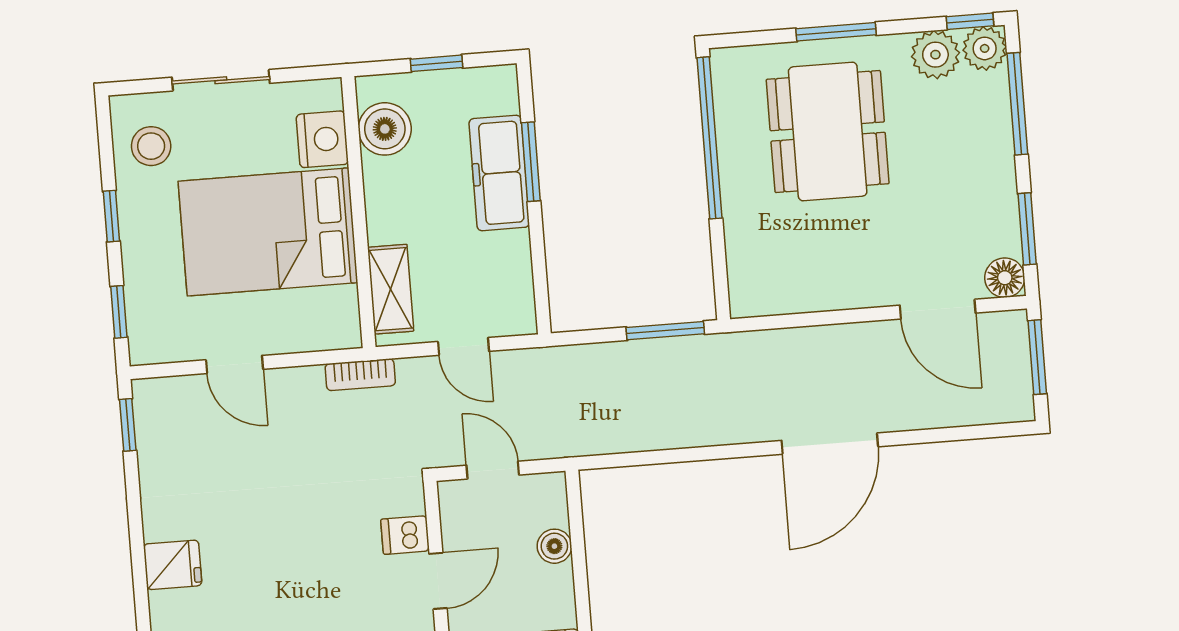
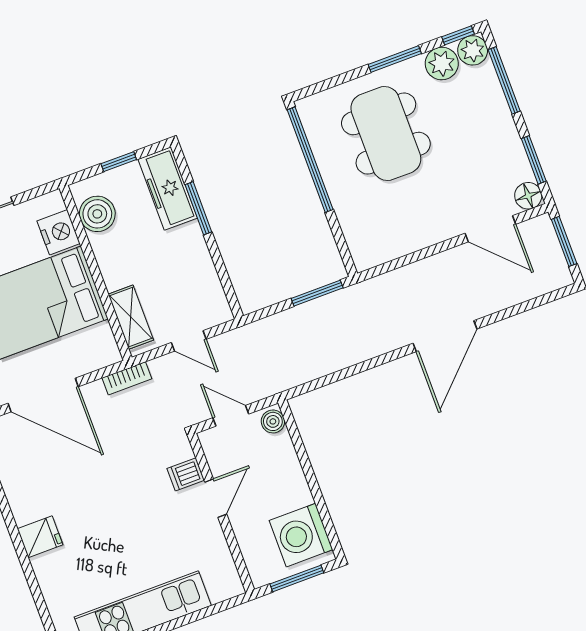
window: (836, 32) -> (395, 59), moved
freezer: (499, 173) -> (168, 189), moved
door: (234, 365) -> (43, 395), width x1.88
boiler: (554, 546) -> (273, 421), moved

